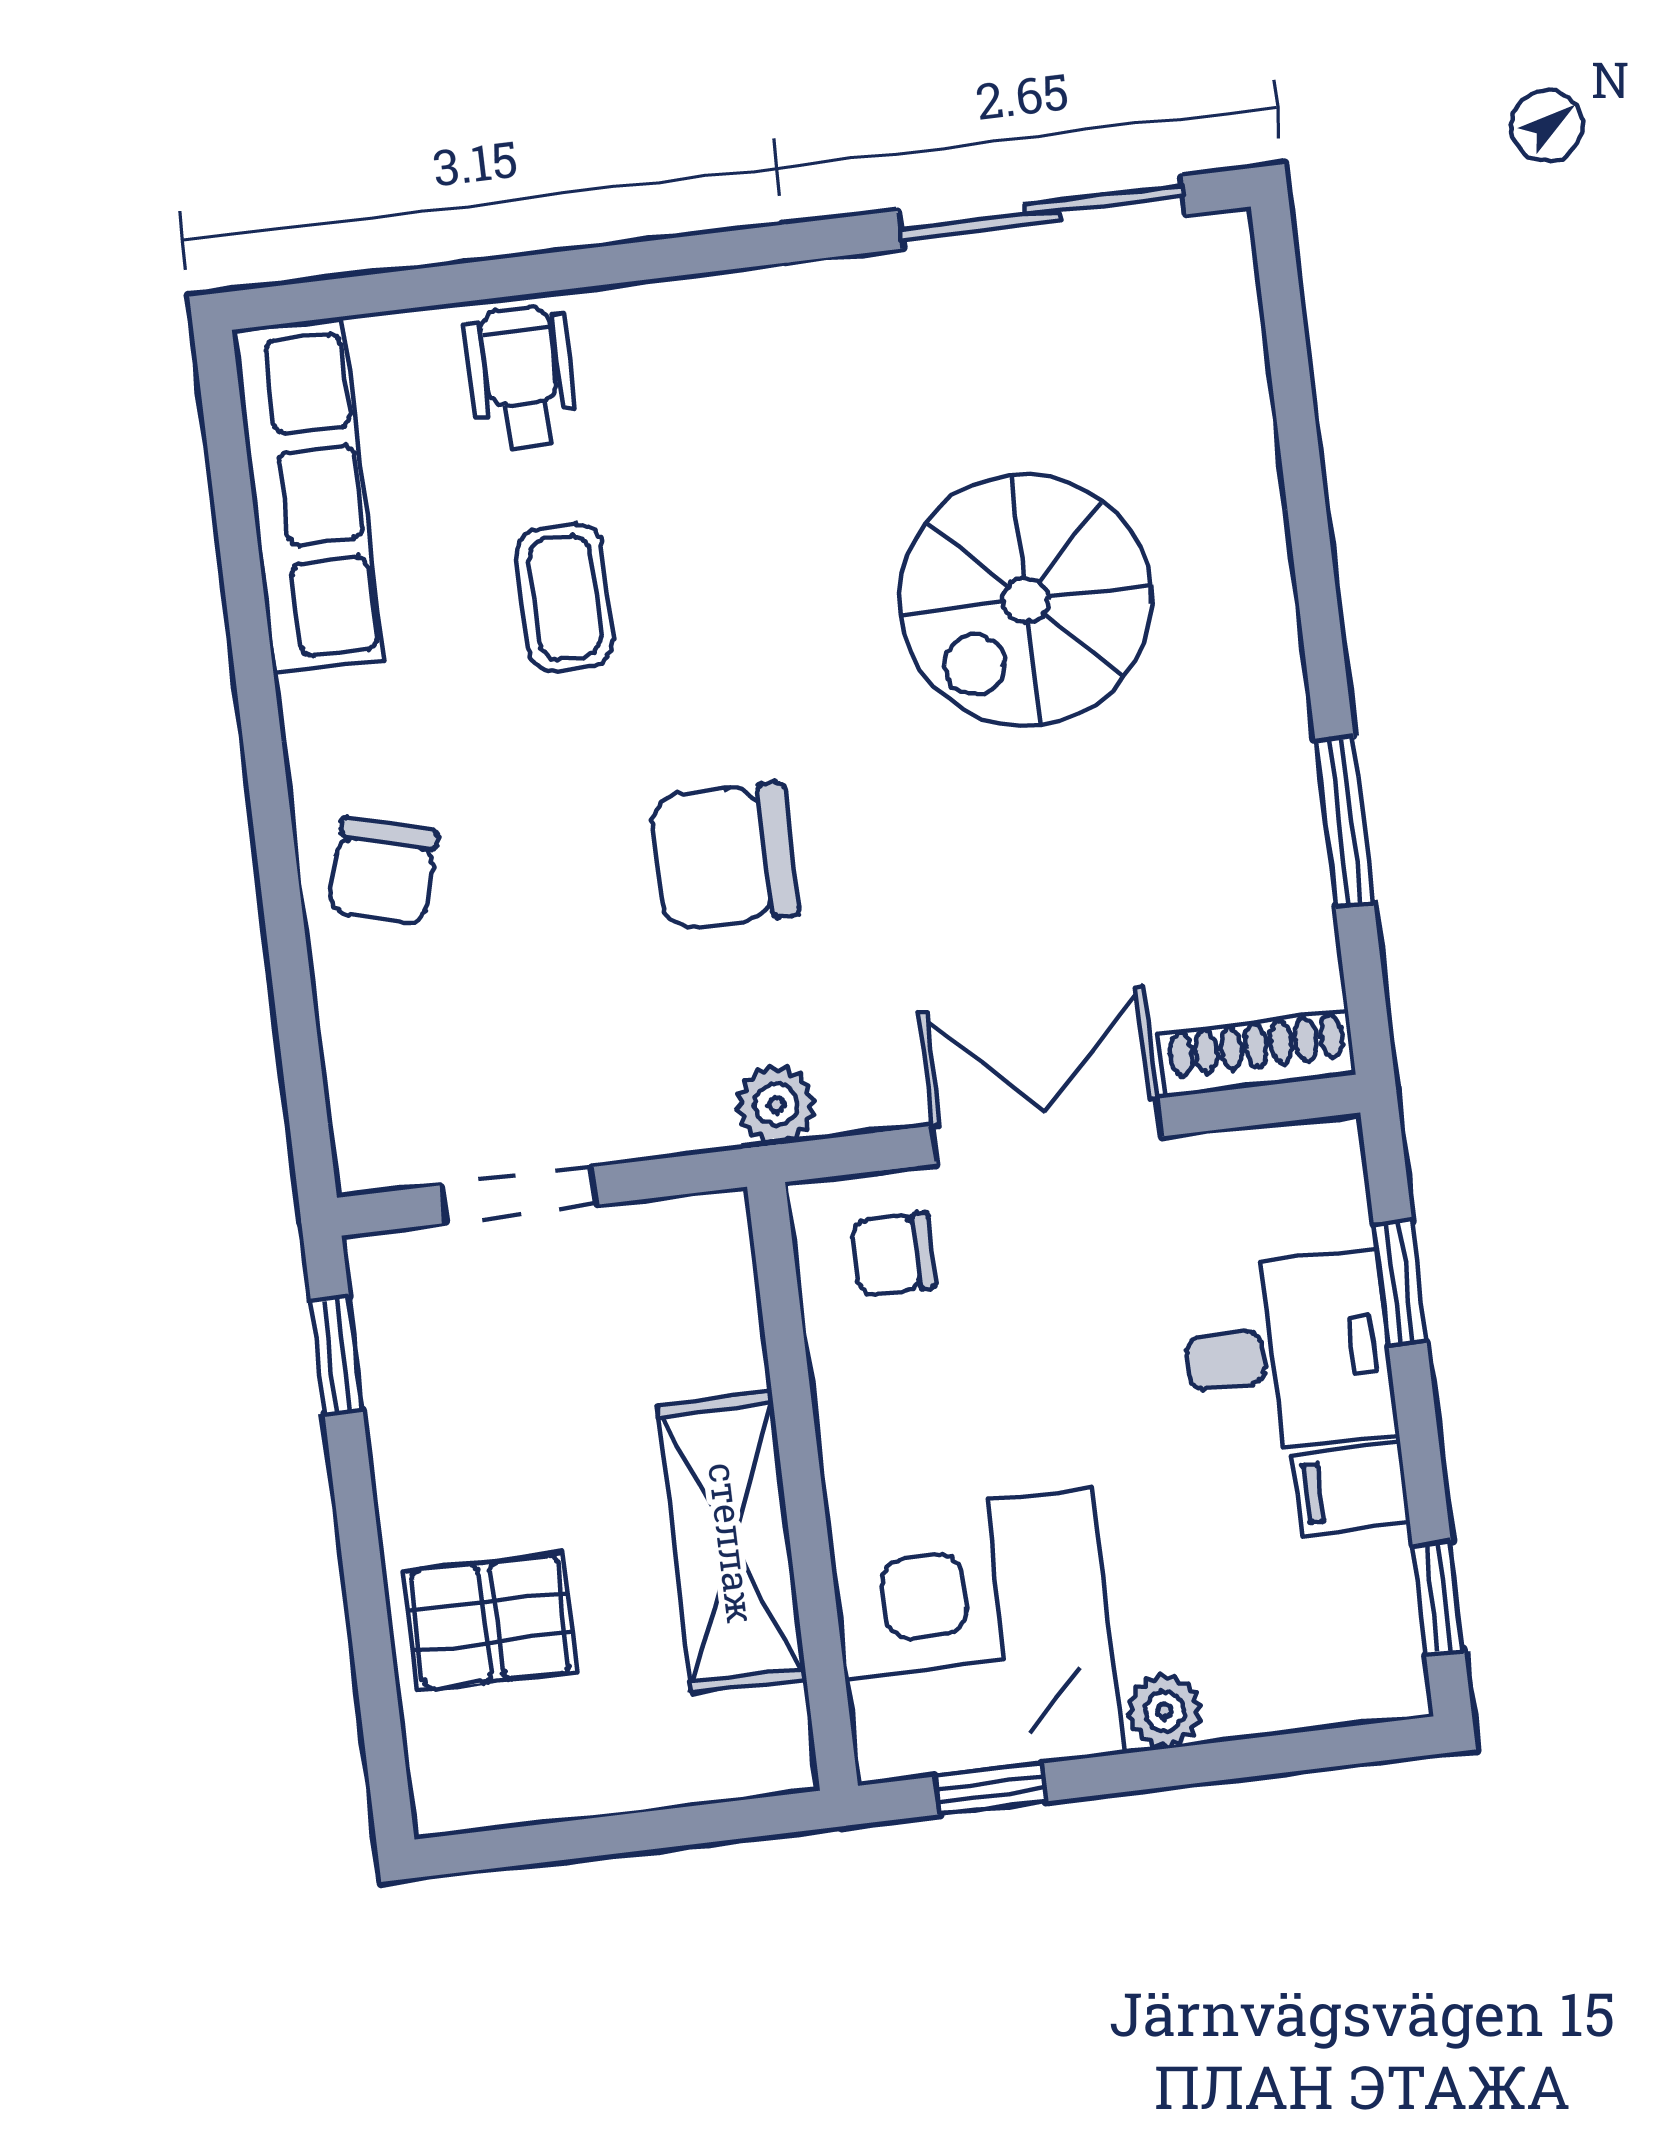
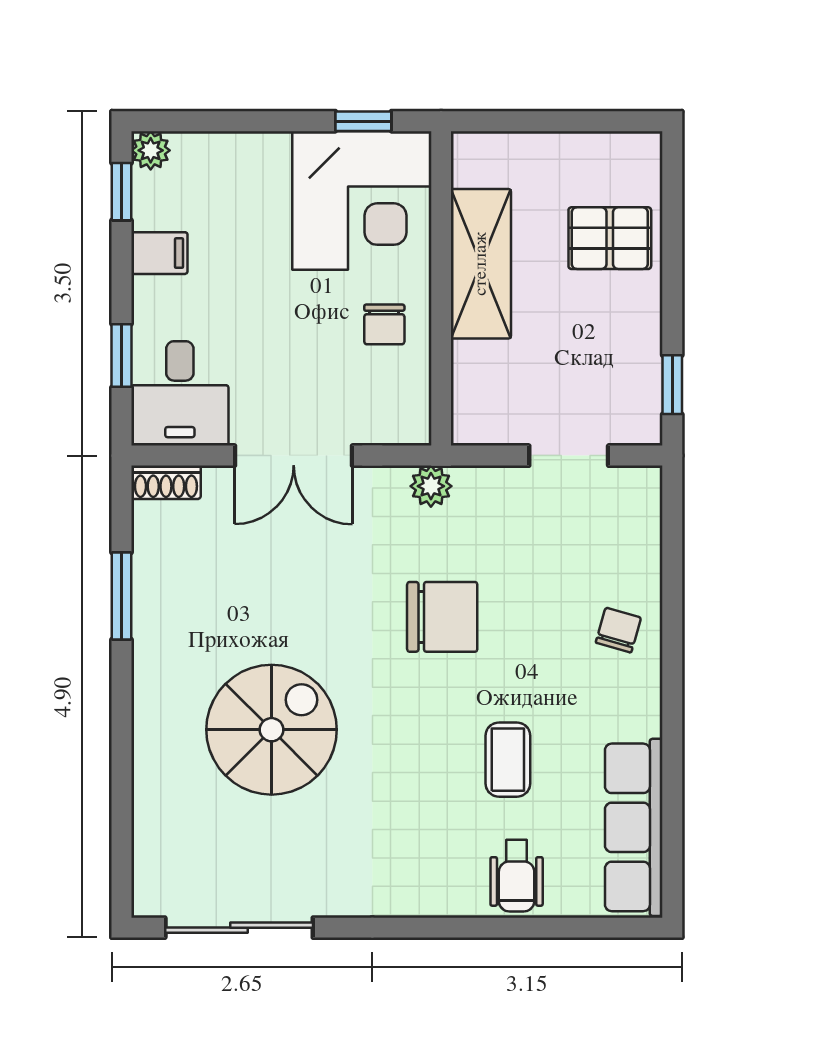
chair: (383, 872) -> (618, 630), width x0.73, depth x0.73
shoe rack: (1257, 1054) -> (166, 482), width x0.70
chair: (893, 1254) -> (384, 324), moved, turned 90
desk: (1288, 1353) -> (180, 393), moved, turned -90
plant: (1164, 1711) -> (151, 150), moved

